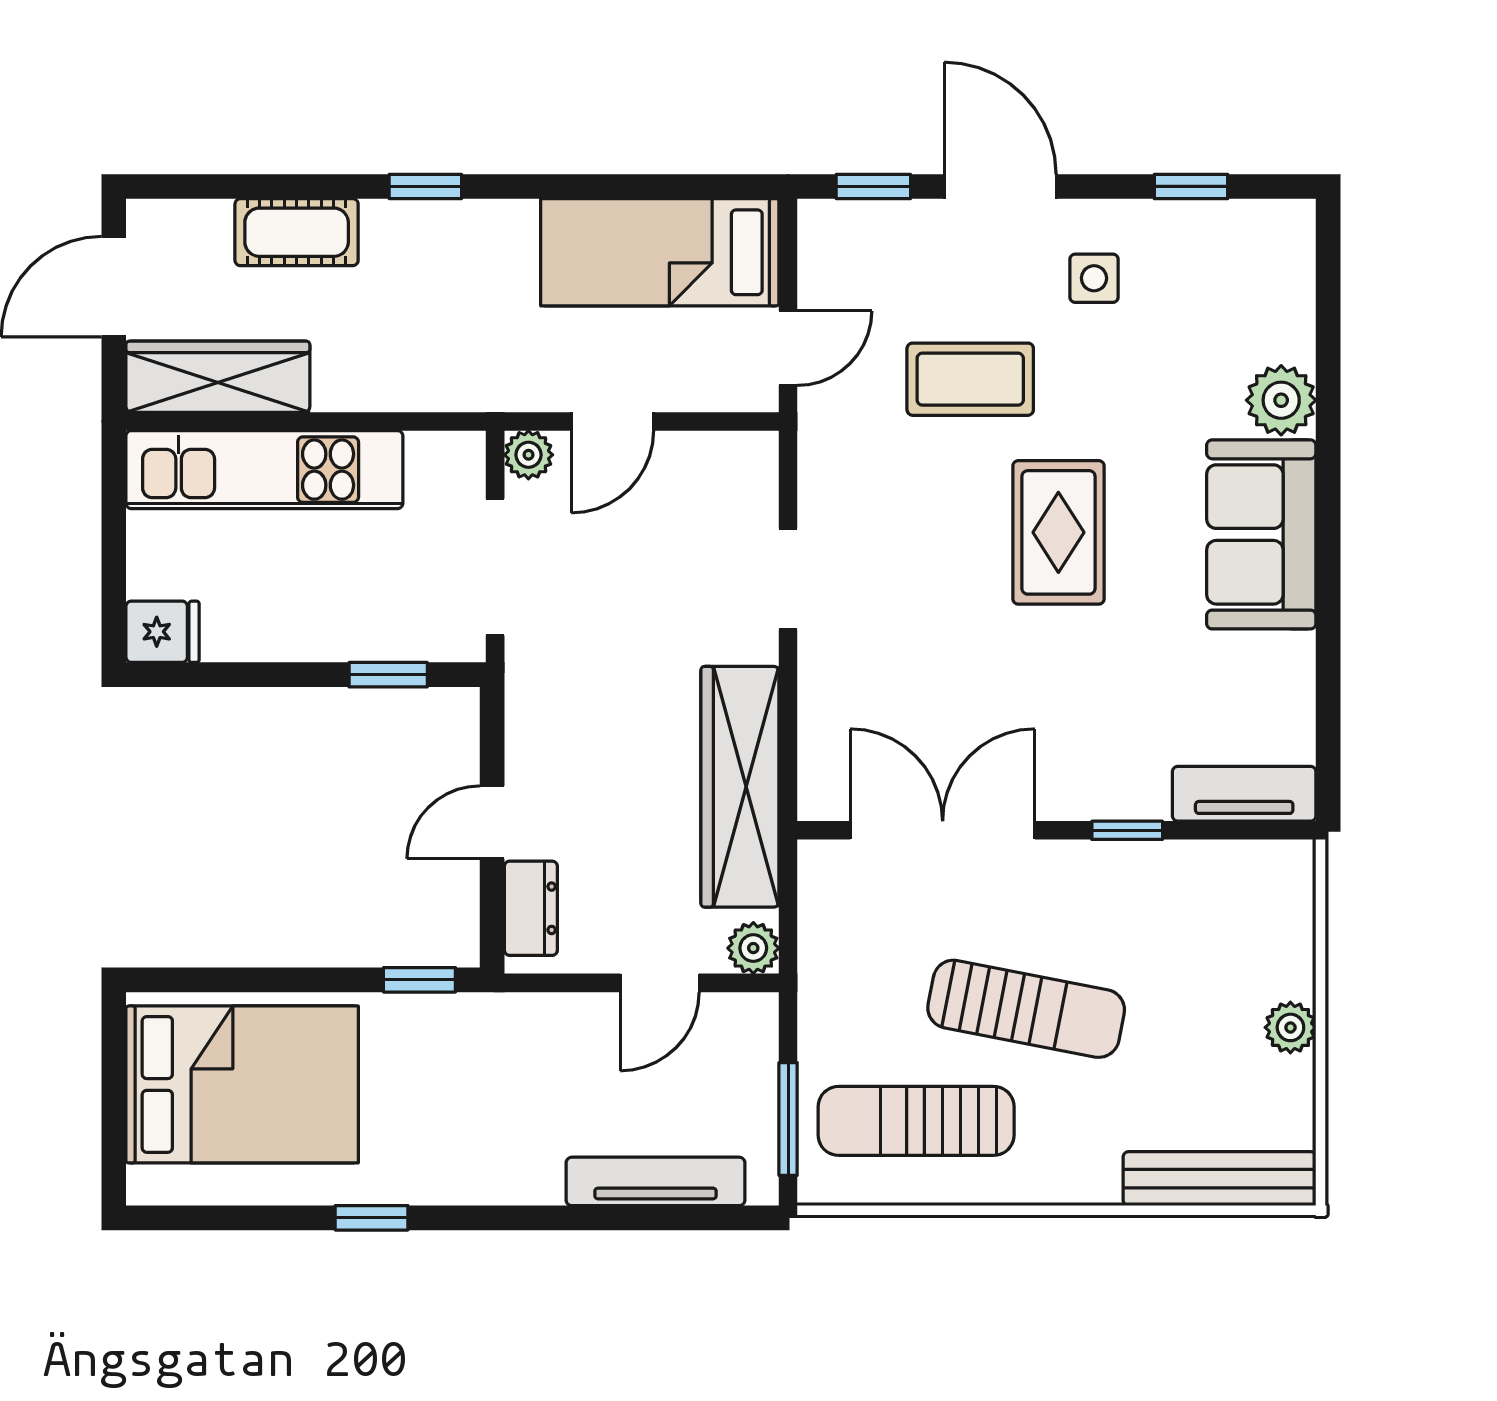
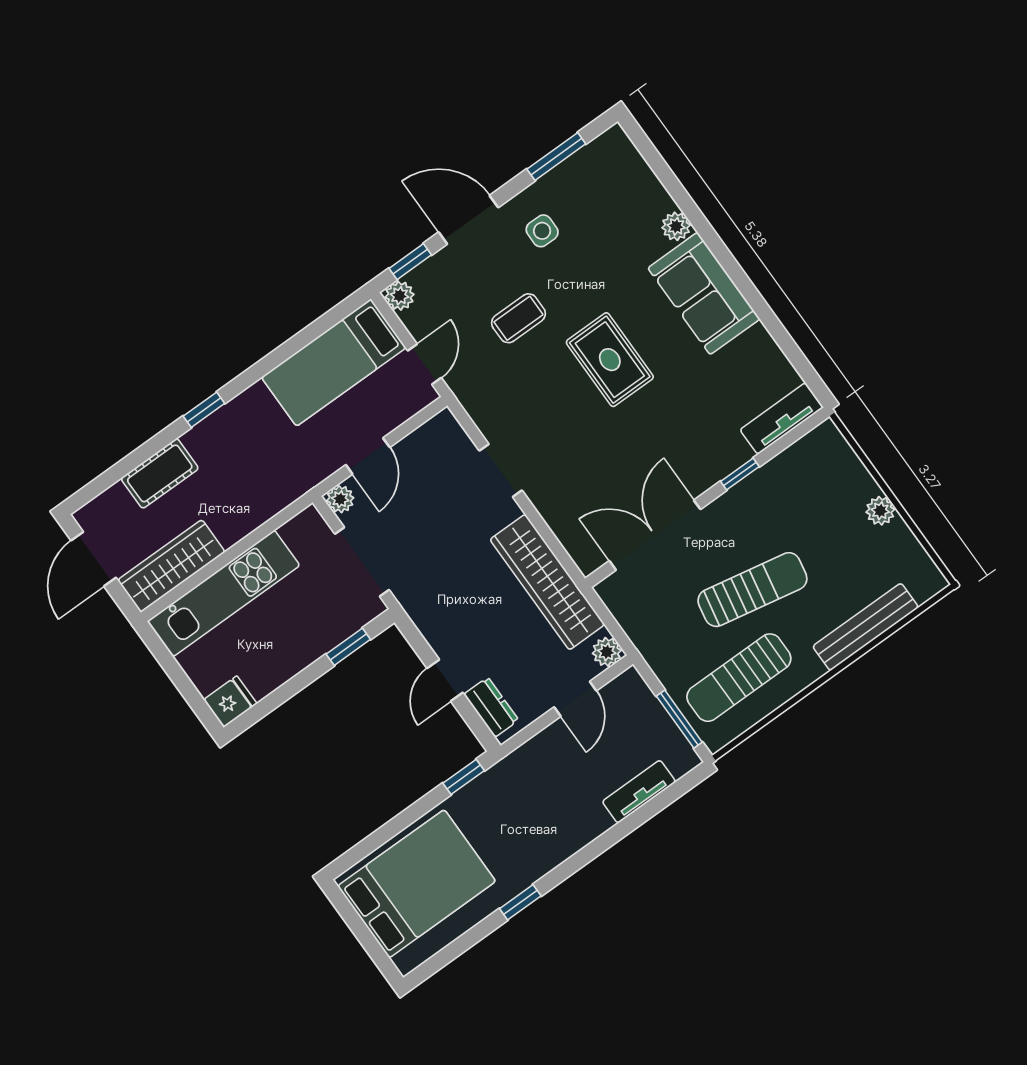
window: (1191, 186) -> (556, 157), width x1.50
plant: (823, 224) -> (400, 296), added
coffee table: (970, 379) -> (518, 318), width x0.73, depth x0.77
plant: (1281, 400) -> (676, 226), width x0.73, depth x0.73
bench: (1220, 1179) -> (866, 627), moved
tv unit: (655, 1181) -> (639, 792), width x0.71

